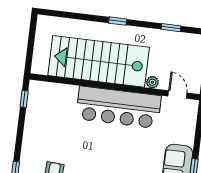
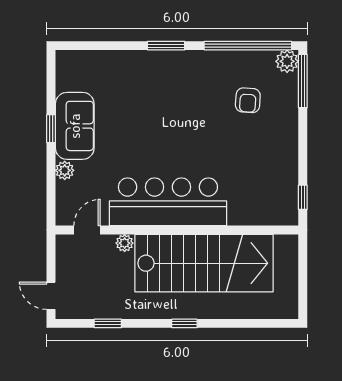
door: (177, 95) -> (87, 230), swing flipped
plant: (188, 138) -> (65, 170), added

